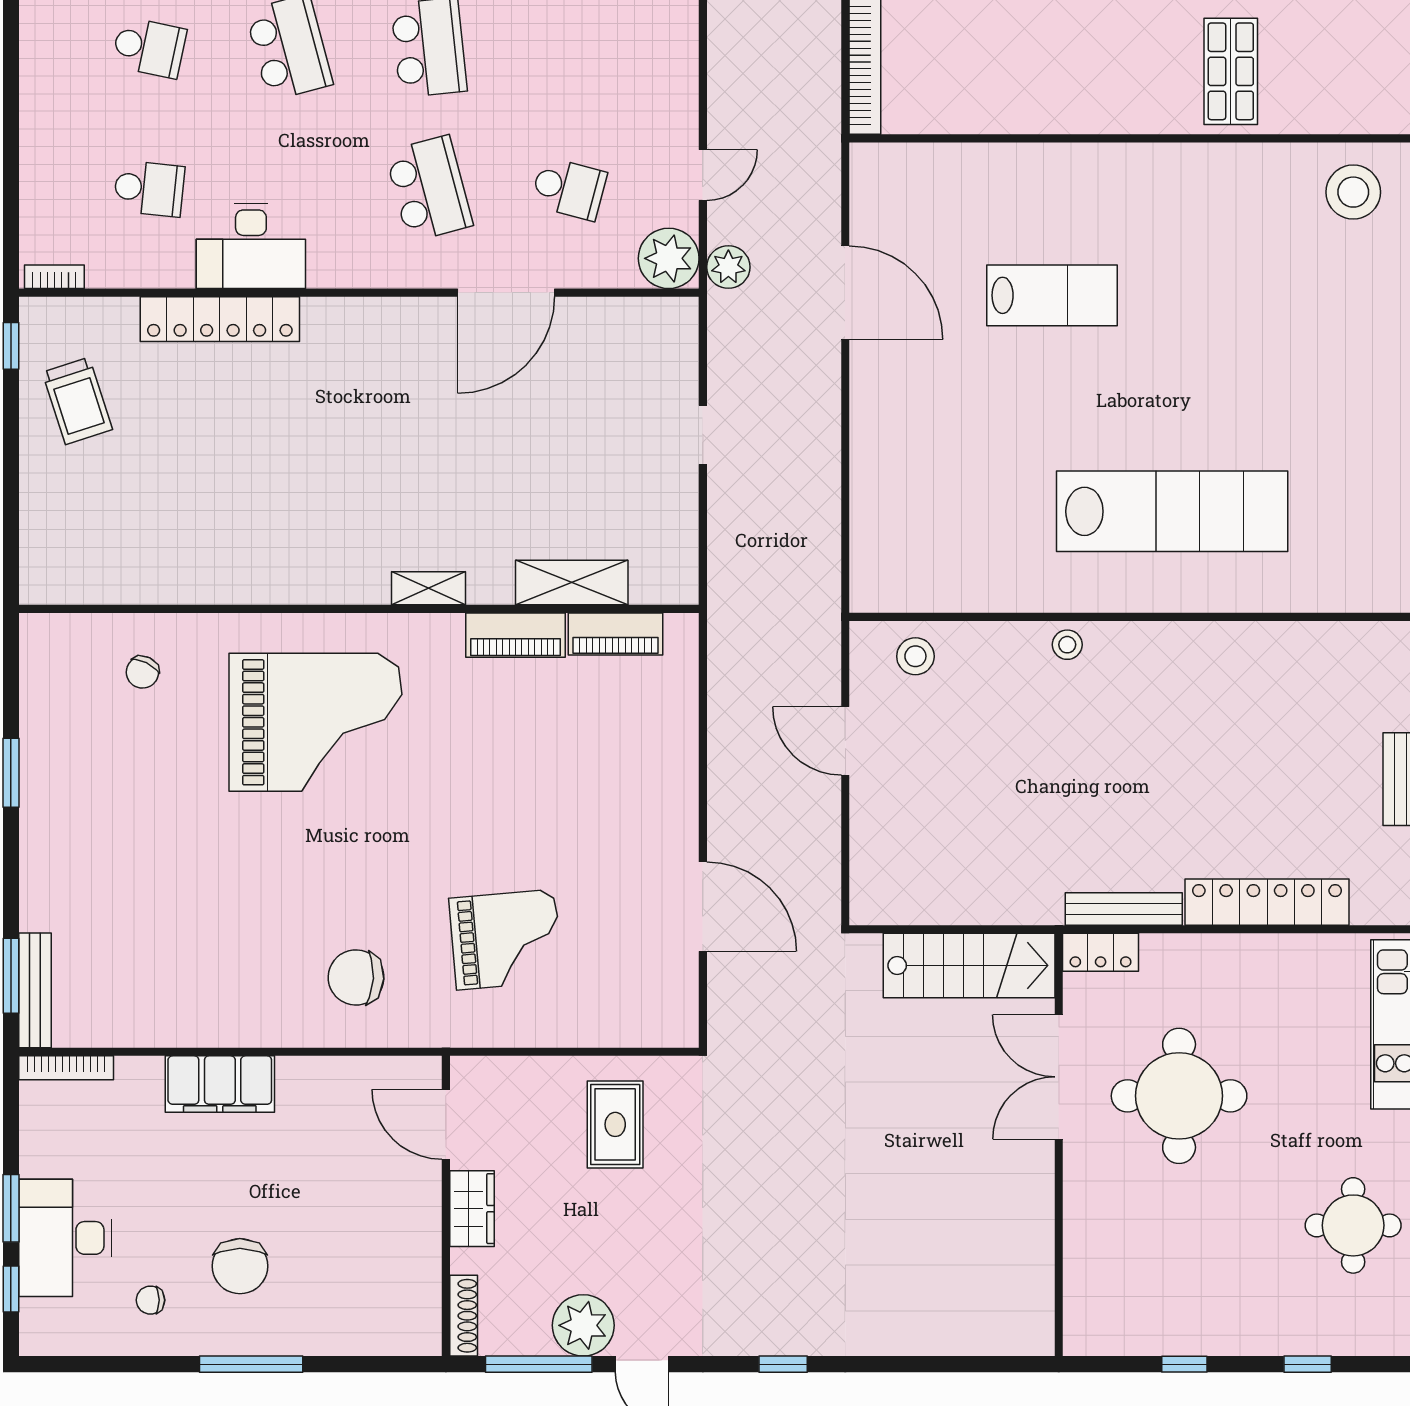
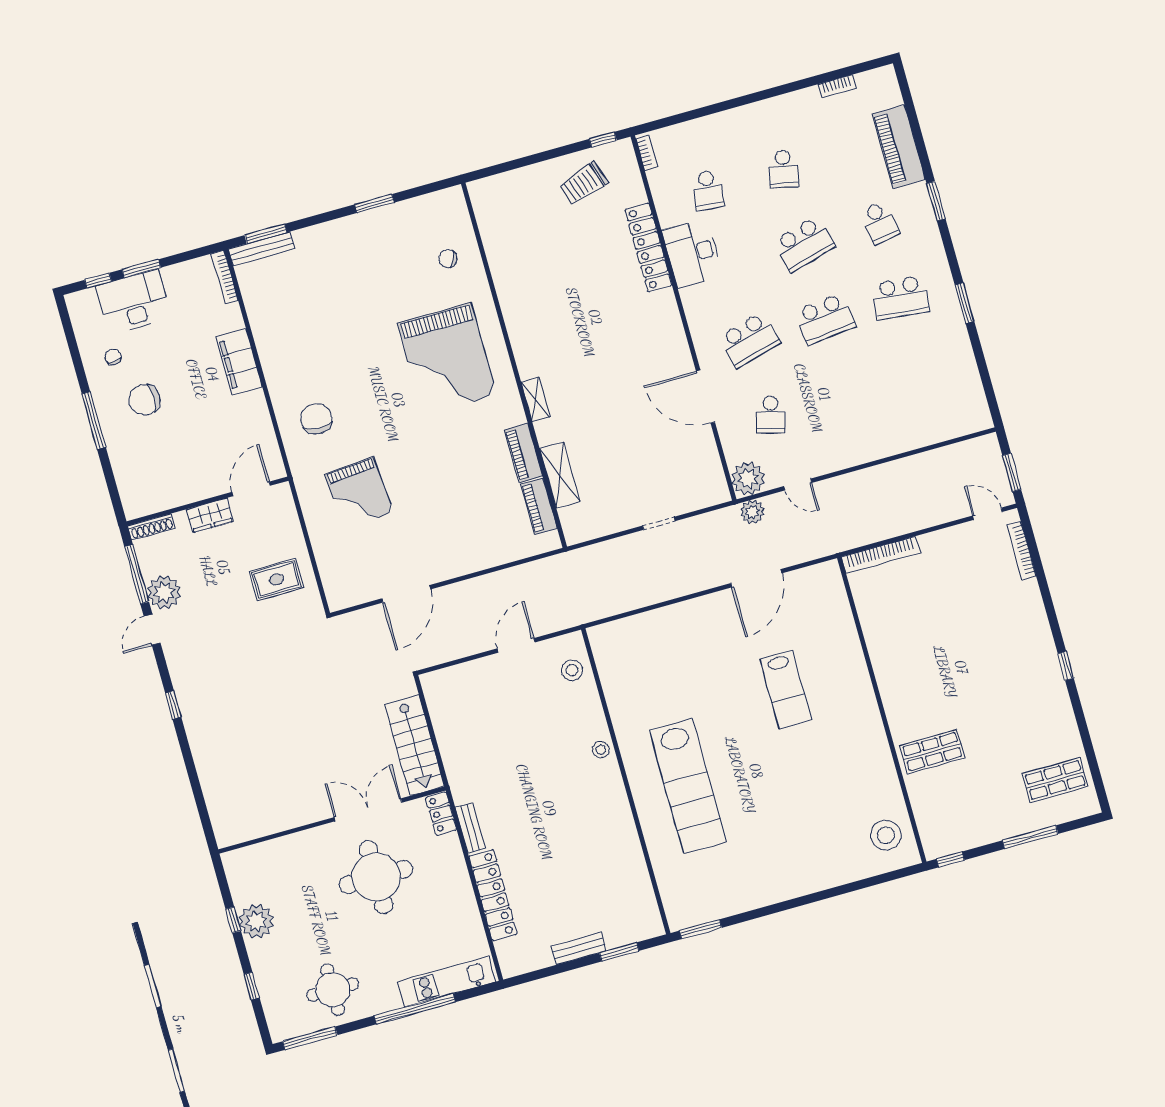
bench: (1124, 909) -> (470, 828), width x0.73
plant: (1198, 1325) -> (256, 921), added

